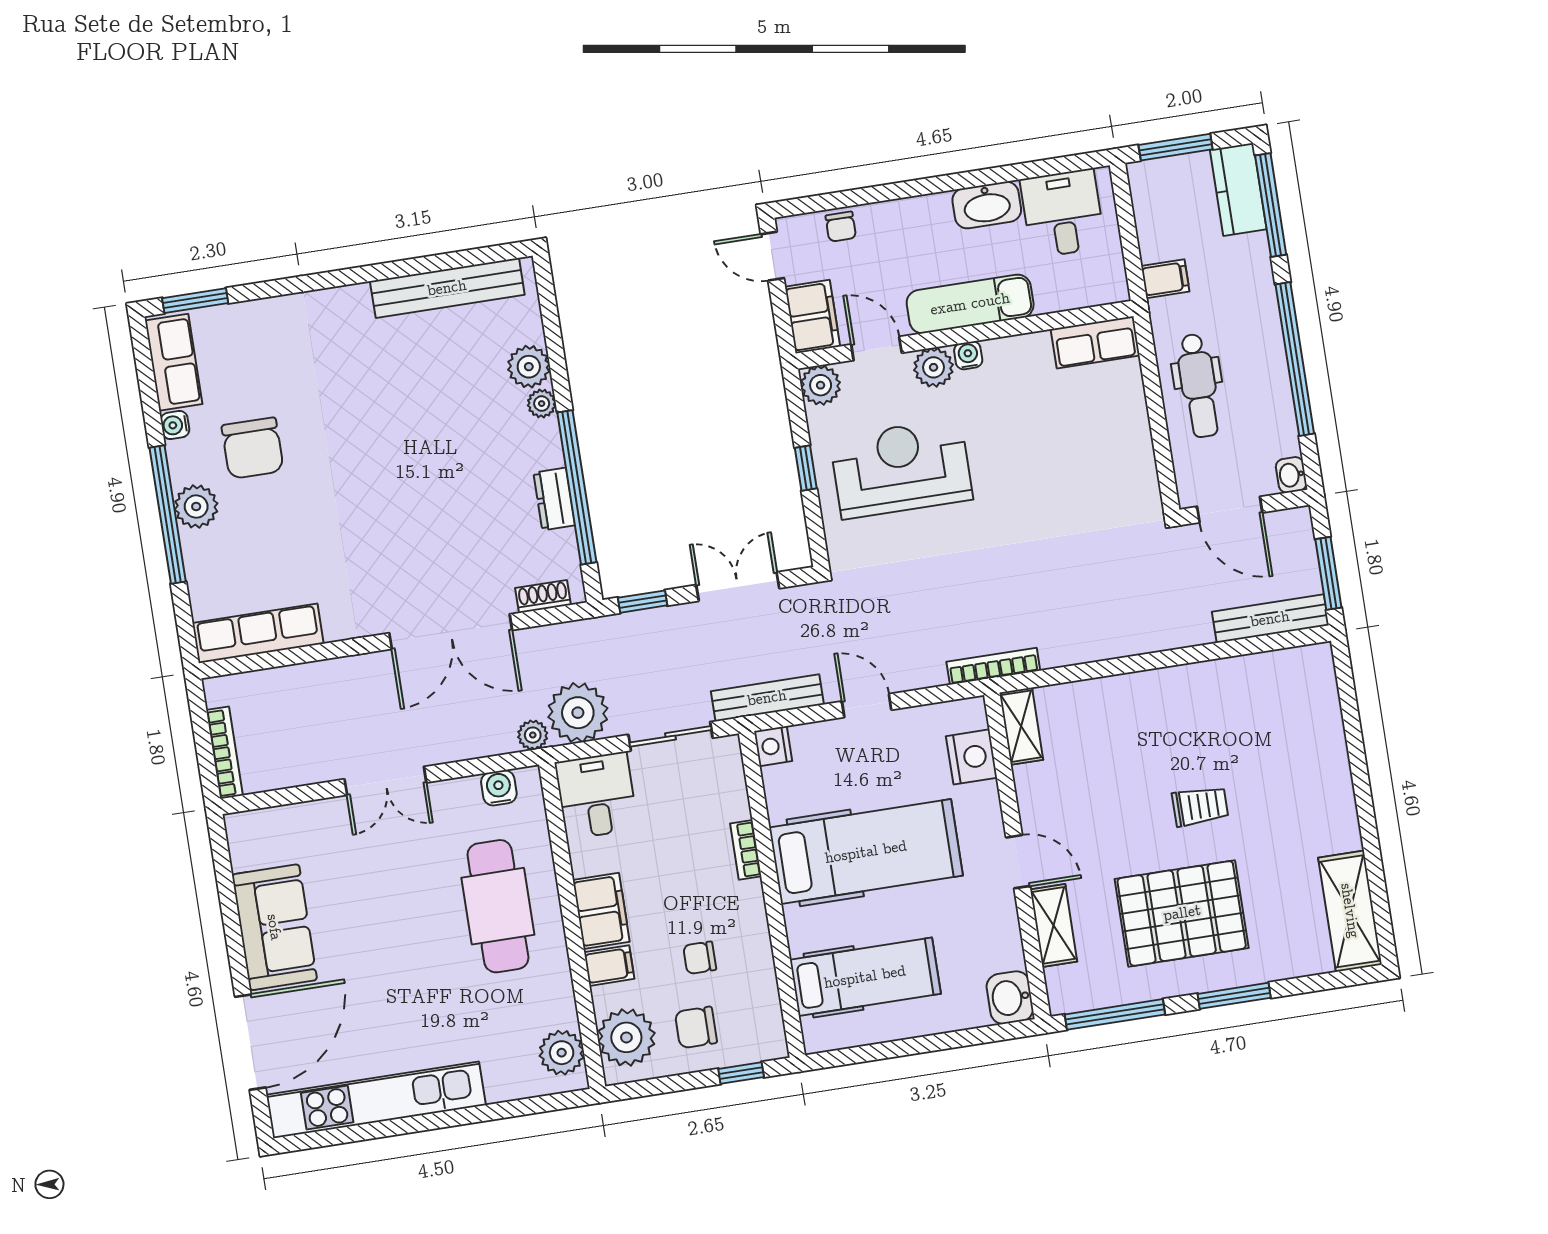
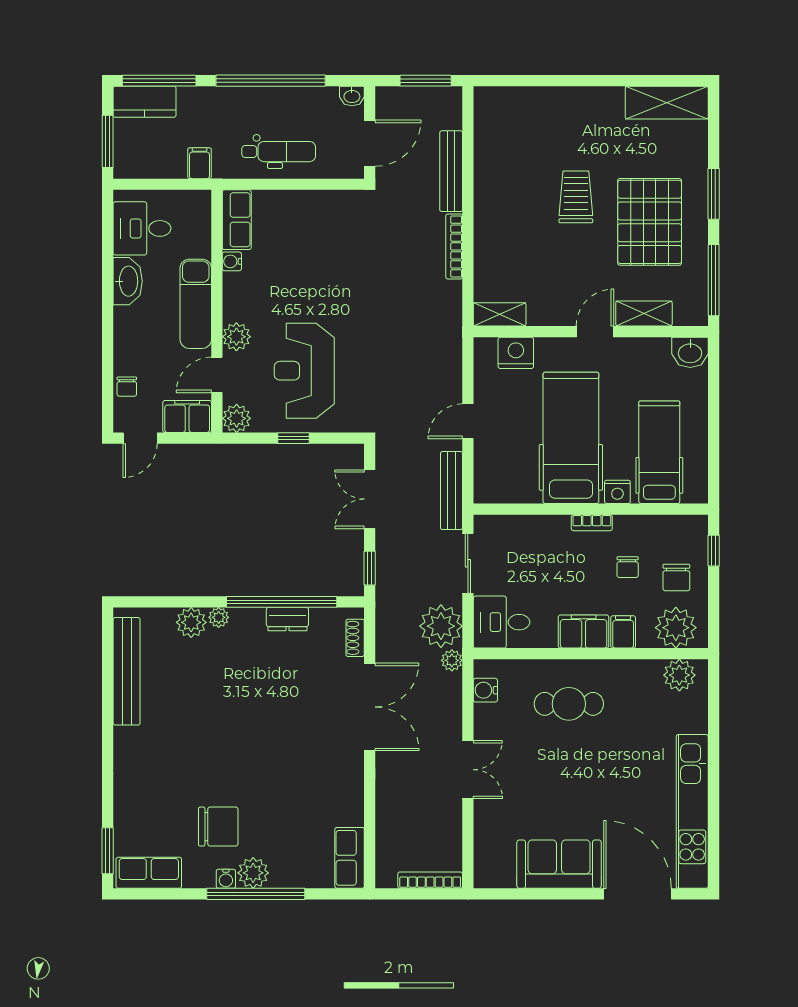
chair: (841, 227) -> (127, 387), turned 90
water cooler: (968, 355) -> (232, 261), moved
water cooler: (175, 425) -> (226, 879), moved
bench: (1270, 619) -> (451, 171), moved
row of seats: (258, 633) -> (350, 858), width x0.68
bookcase: (993, 666) -> (454, 246), moved
nightstand: (773, 746) -> (617, 492), moved
trolley: (1200, 806) -> (576, 197), width x1.36, depth x1.39
bookcase: (746, 850) -> (592, 523), moved
cafe table: (498, 906) -> (569, 704), width x0.73, depth x0.74

